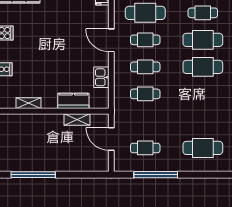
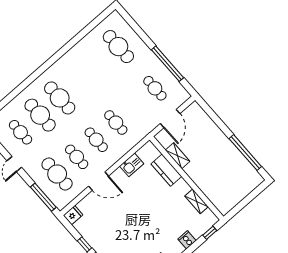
door: (111, 40) -> (99, 181), hinge flipped

